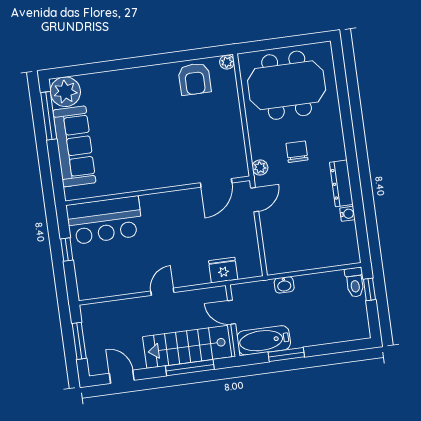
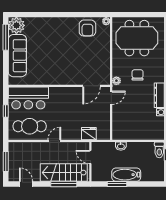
cafe table: (114, 271) -> (30, 126), added
bathtub: (264, 340) -> (126, 175), moved

